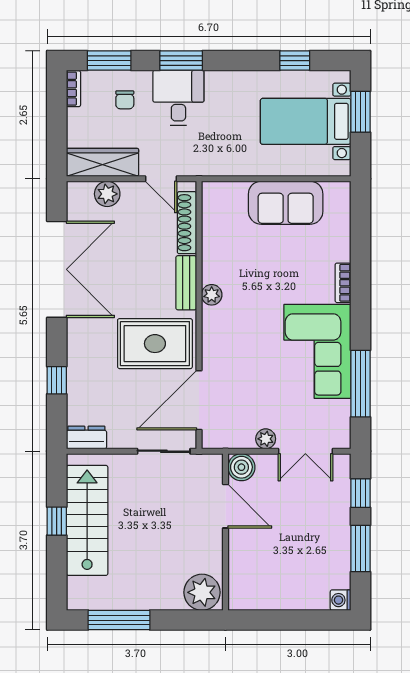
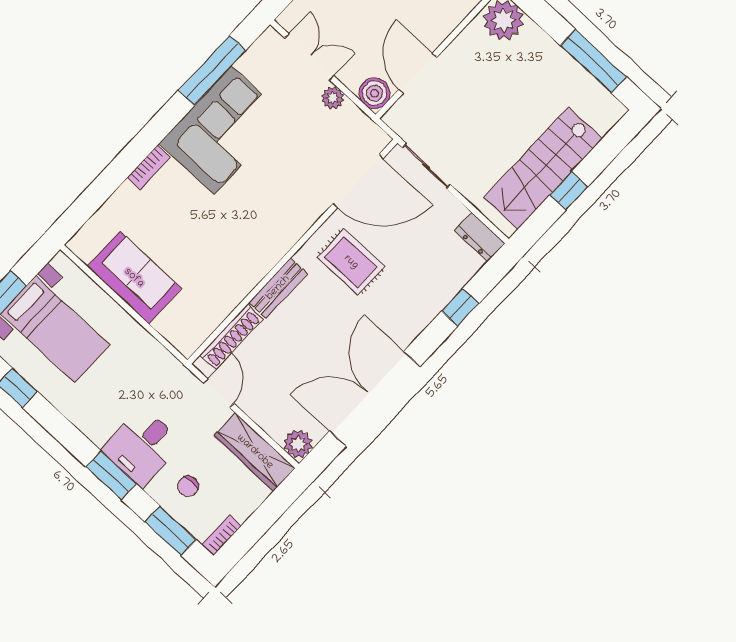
chair: (125, 100) -> (188, 486), turned 180
plant: (107, 194) -> (298, 444), moved
plant: (212, 295) -> (266, 258), removed
rug: (155, 344) -> (351, 262), width x0.73, depth x0.70

